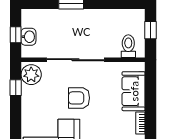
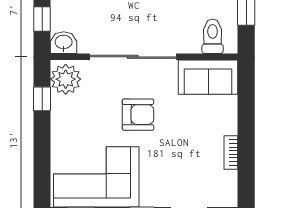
washbasin: (28, 37) -> (64, 43), moved, turned -90
sofa: (134, 91) -> (208, 77), moved, turned -90
armchair: (79, 98) -> (138, 115), turned 180

